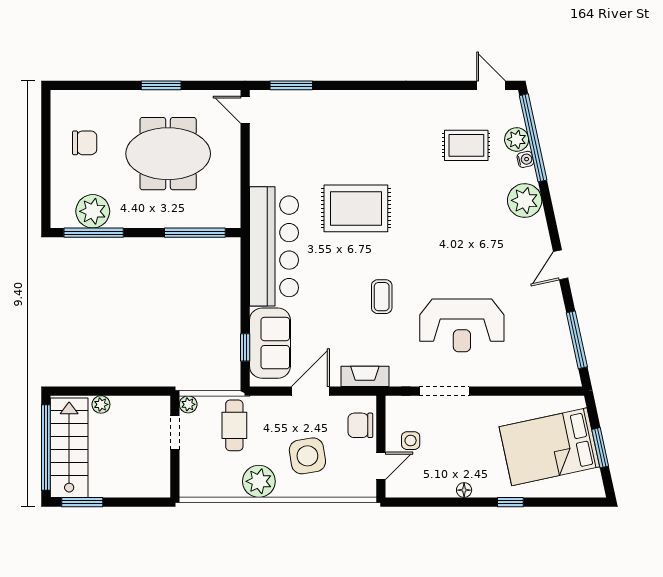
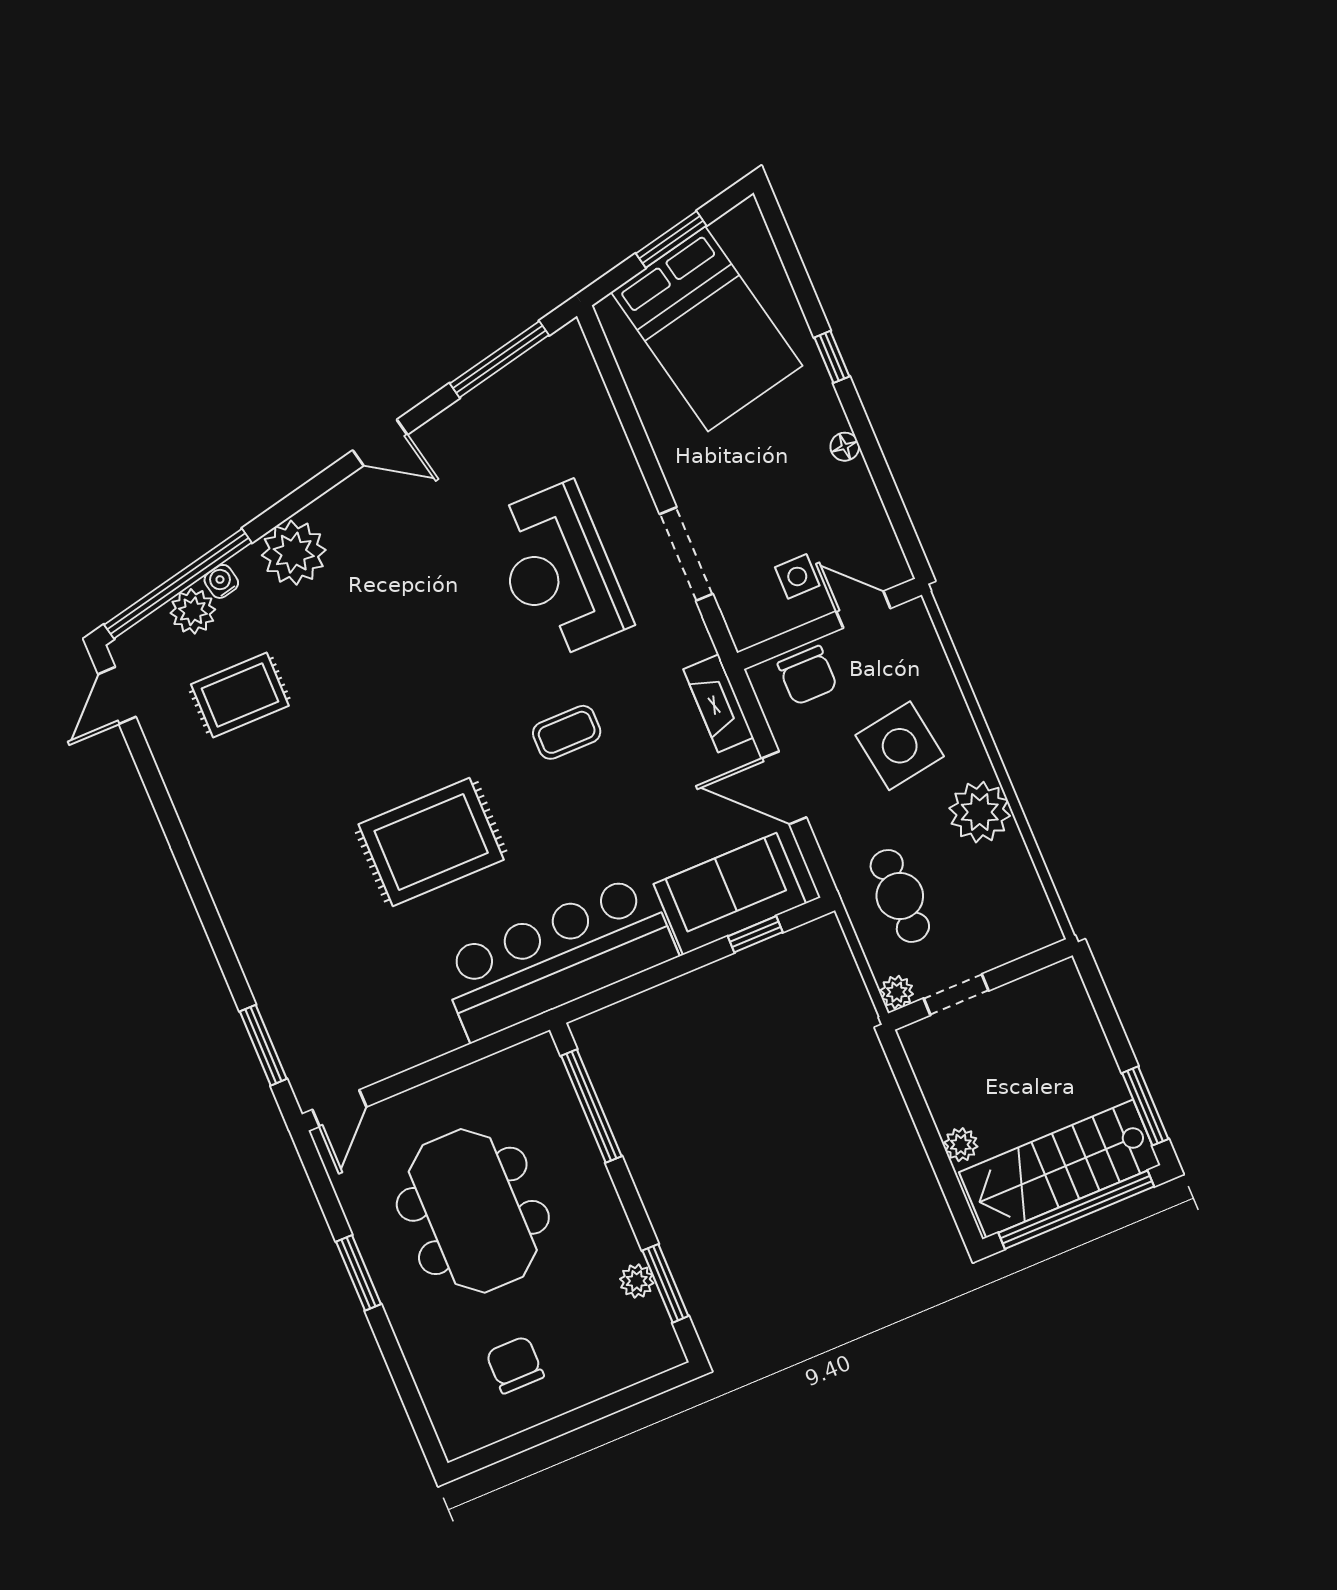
rug: (466, 145) -> (240, 695), turned 90
rug: (356, 208) -> (431, 842), turned 90
plant: (93, 211) -> (637, 1281), width x0.53, depth x0.53
window: (94, 233) -> (665, 1283), width x0.69
reception desk: (462, 325) -> (558, 571), turned 180
cafe table: (234, 425) -> (900, 896), turned 90

